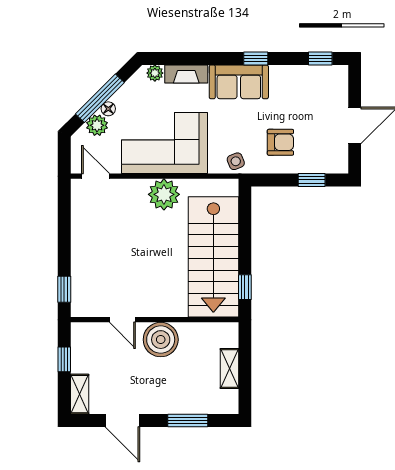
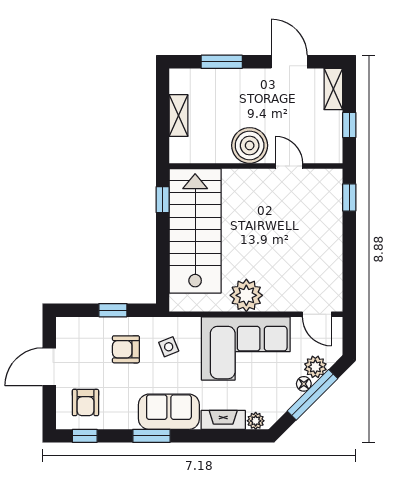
window: (256, 58) -> (151, 436), width x1.50
armchair: (320, 91) -> (85, 403), added
side table: (236, 161) -> (169, 347), moved
window: (312, 180) -> (113, 310), moved

